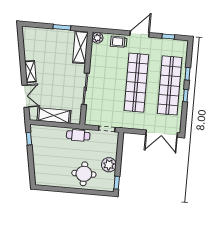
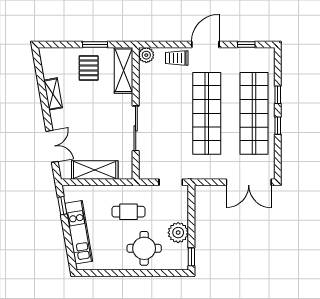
pallet: (56, 43) -> (89, 68), added
shelving: (30, 72) -> (53, 94), moved
cafe table: (78, 135) -> (128, 212), moved
kitchen unit: (39, 158) -> (79, 232), added

